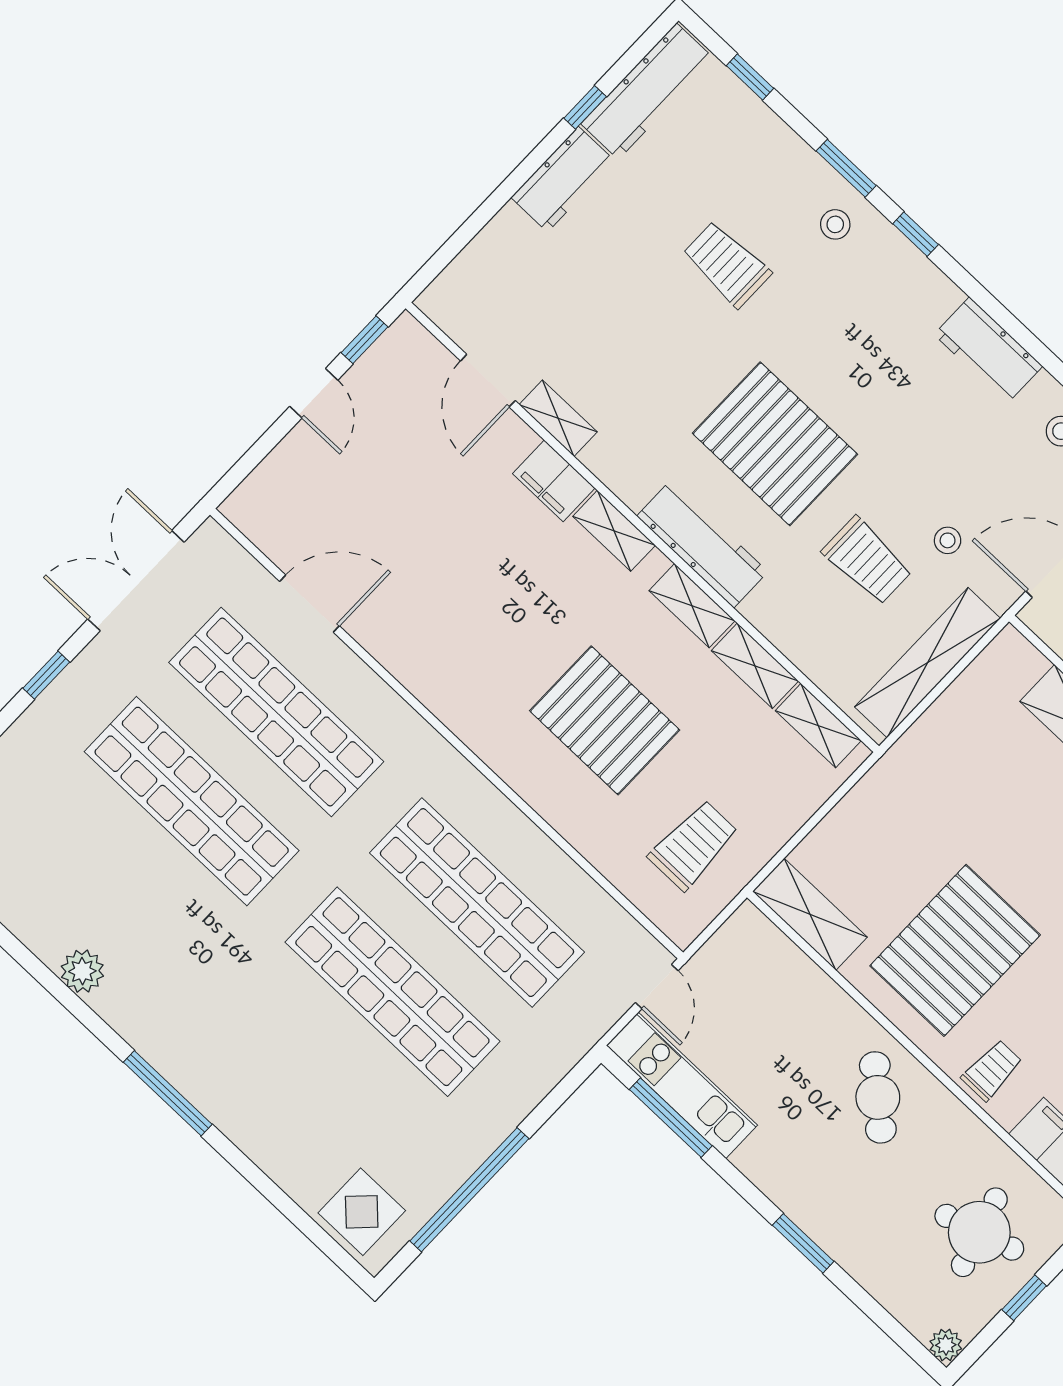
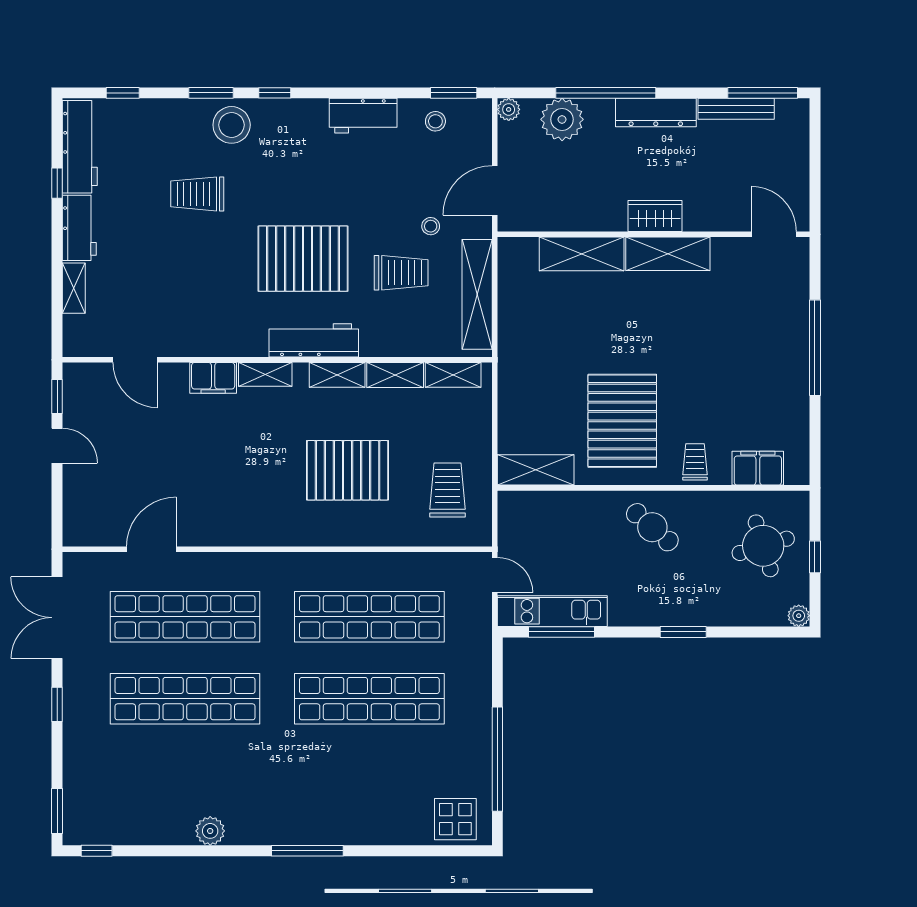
stool: (835, 224) -> (232, 125), width x1.89, depth x1.89
shelving: (558, 418) -> (74, 288), moved, turned 90

